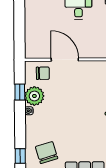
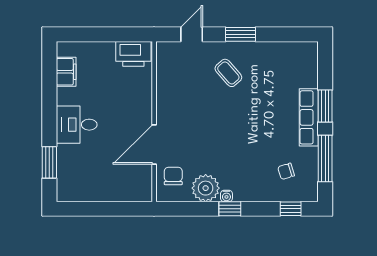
window: (20, 92) -> (230, 209), moved
chair: (47, 153) -> (286, 171), width x0.54, depth x0.54

